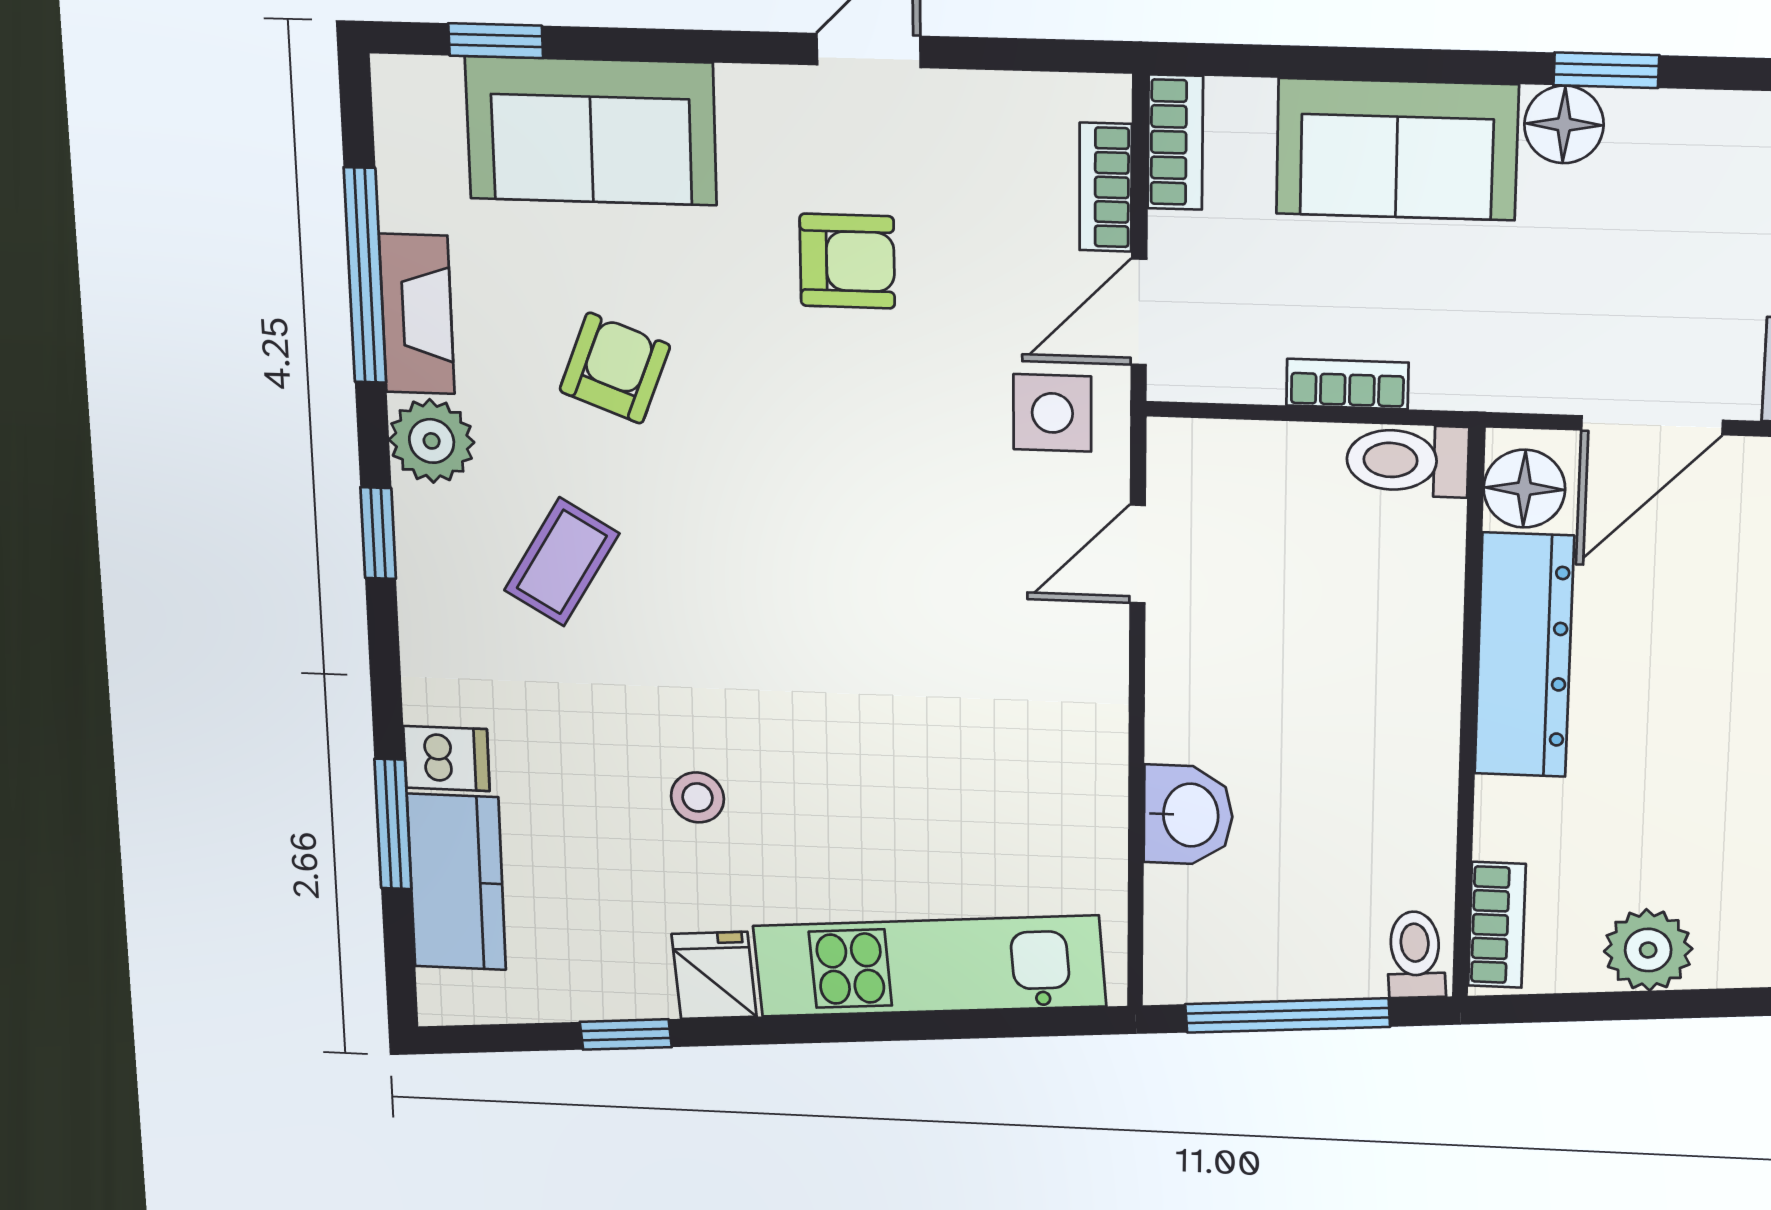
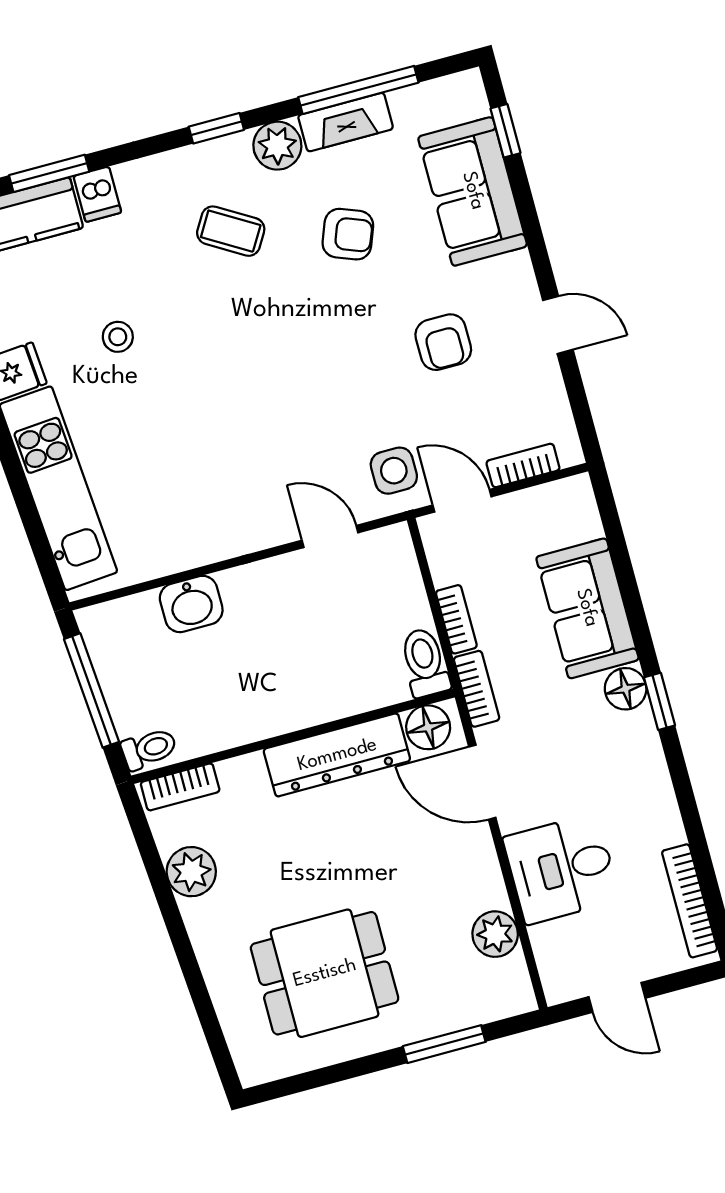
bookcase: (1175, 142) -> (477, 689), moved, turned -90

